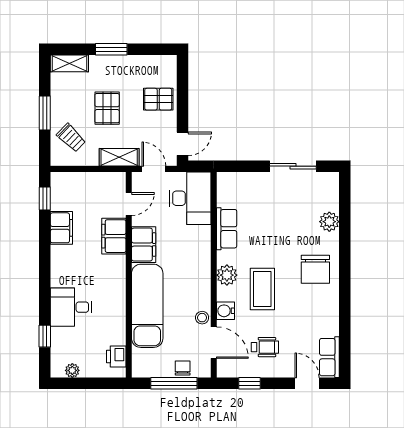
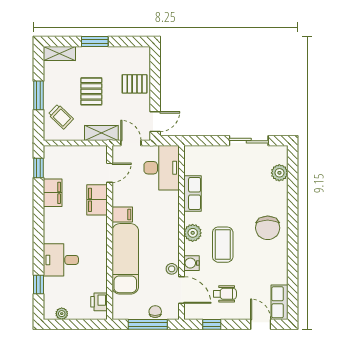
plant: (329, 222) -> (279, 173), moved
filing cabinet: (144, 245) -> (122, 215), width x0.50

